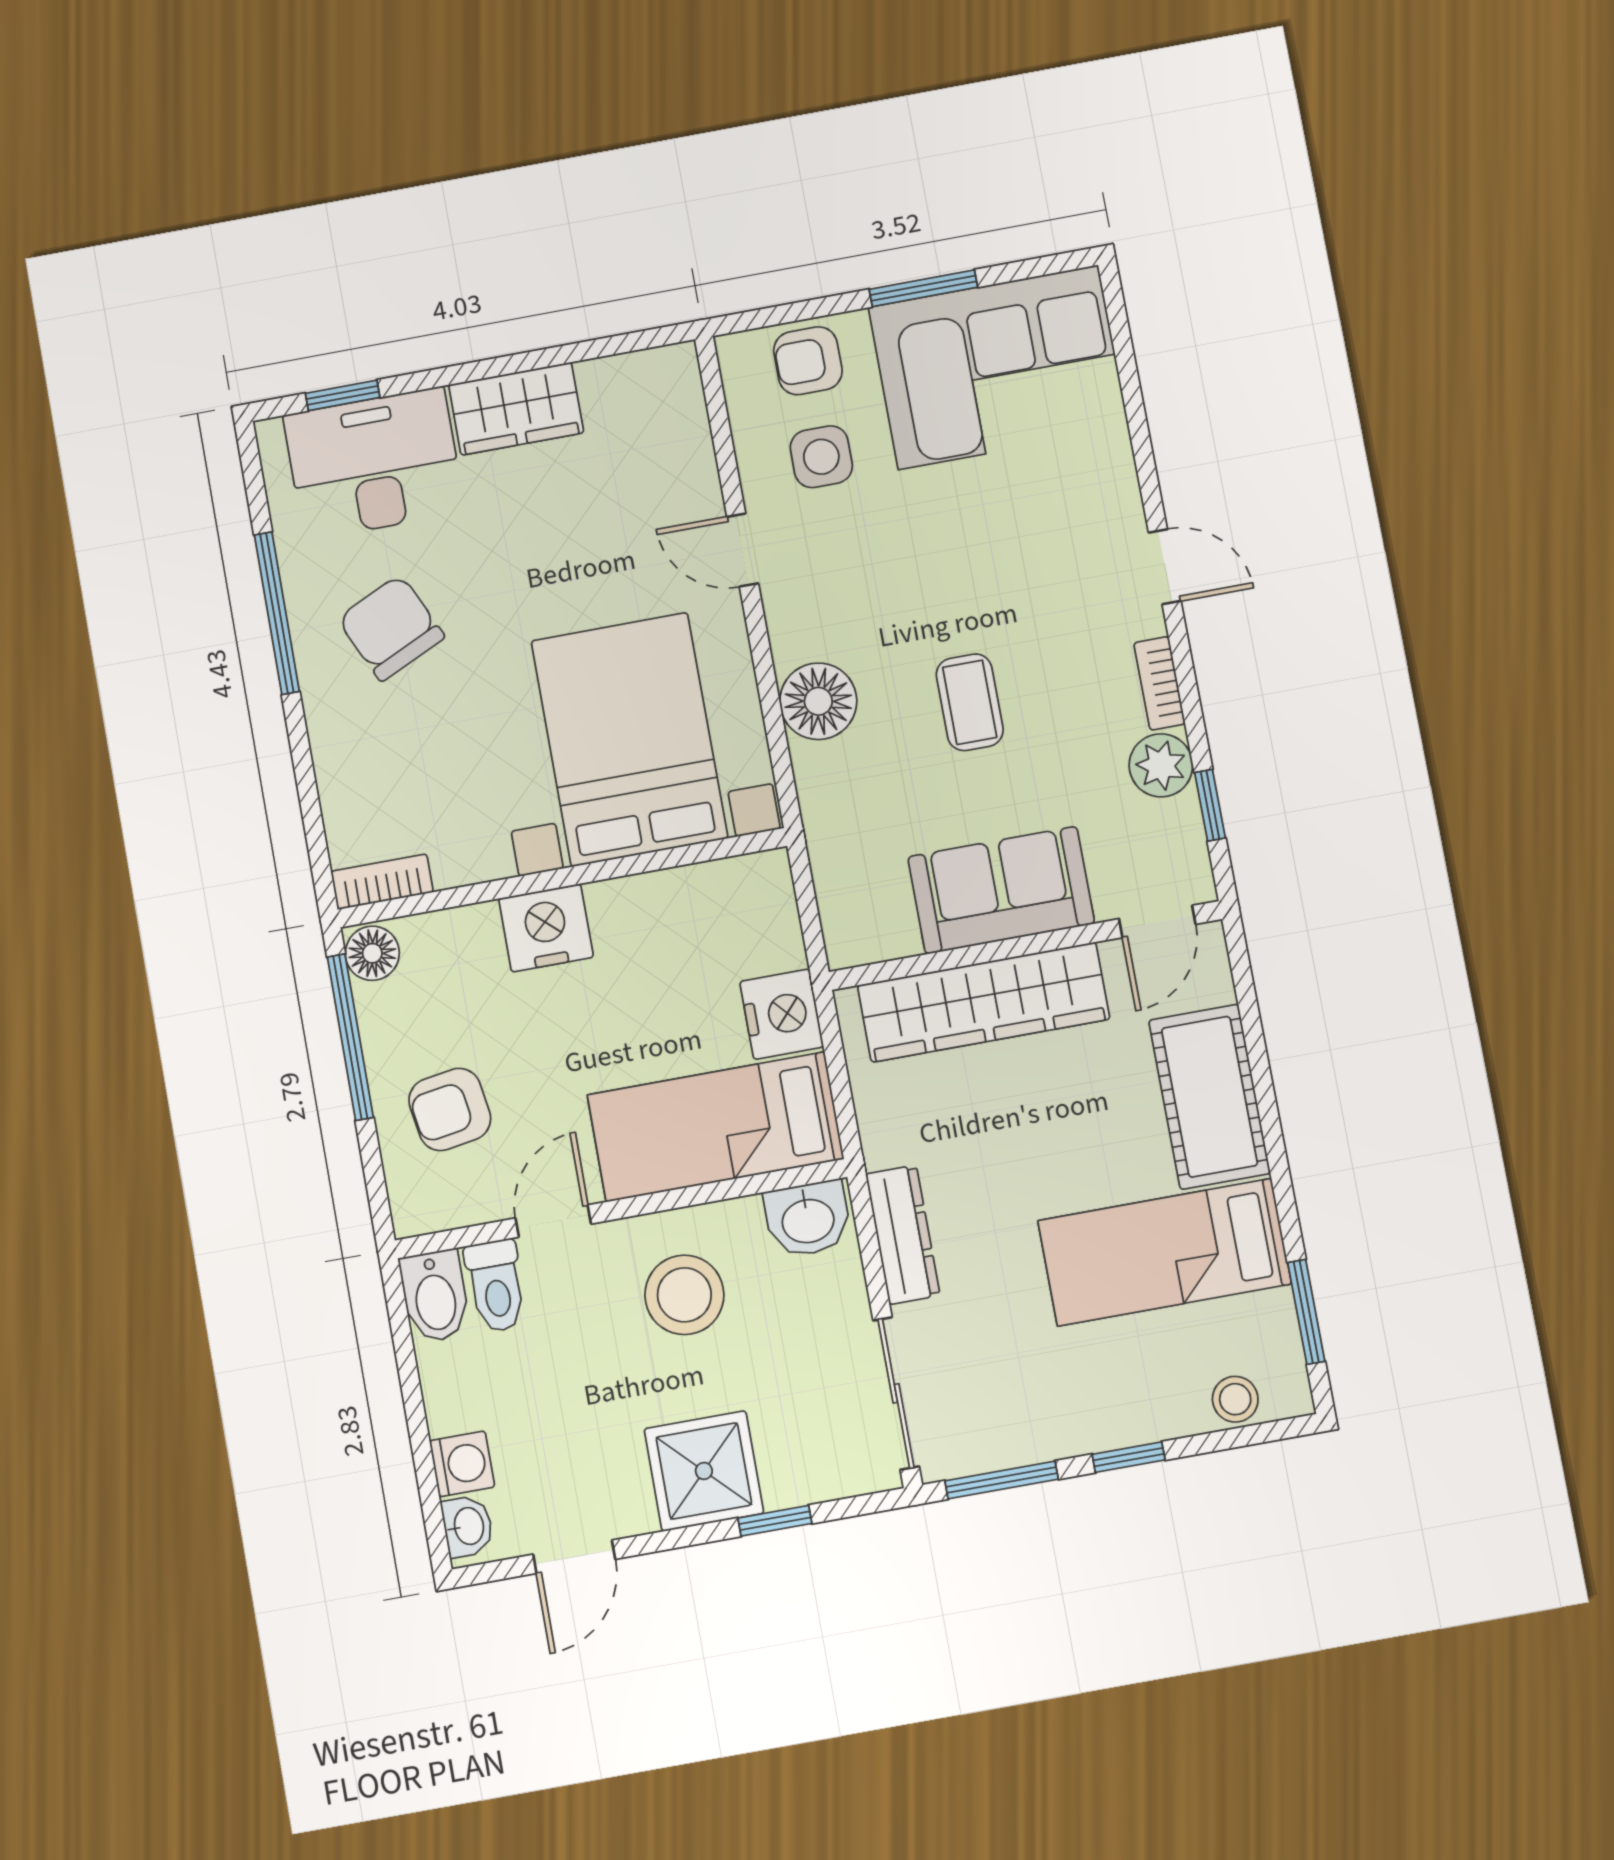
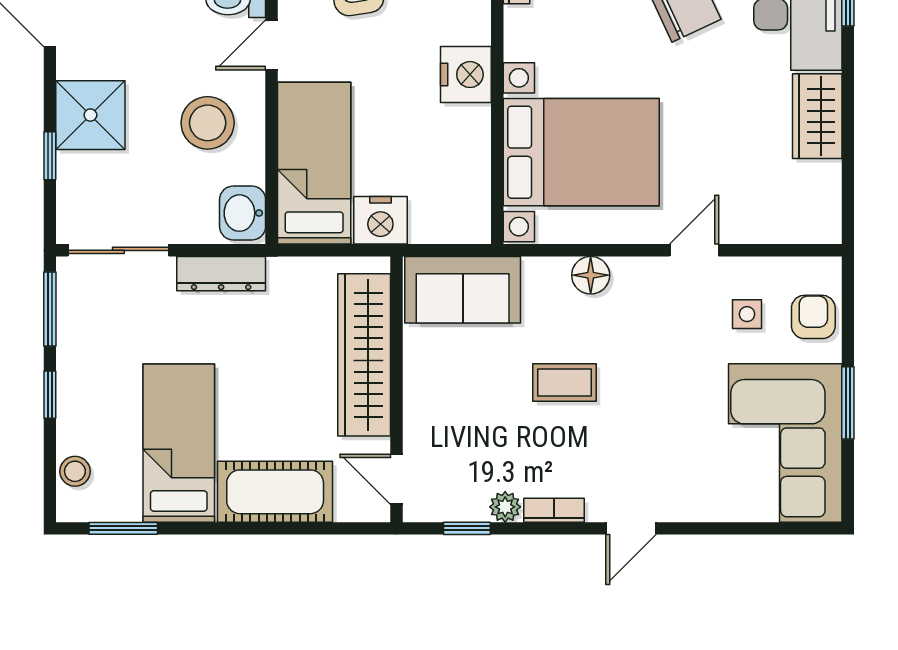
side table: (821, 457) -> (747, 314), width x0.73, depth x0.73
floor lamp: (818, 701) -> (591, 275), width x0.73, depth x0.73
plant: (1161, 765) -> (505, 507), width x0.73, depth x0.73
sofa: (1001, 890) -> (463, 290), moved, turned 90
door: (553, 1221) -> (272, 45), swing flipped

